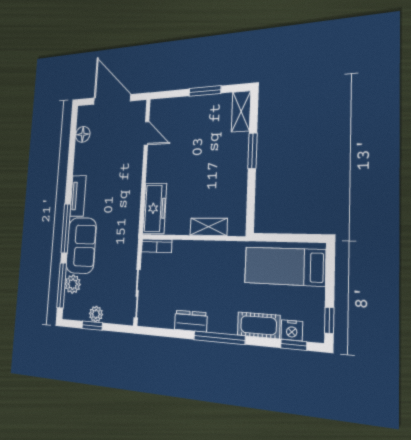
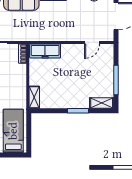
window: (205, 91) -> (116, 80), width x1.44
shelving: (209, 227) -> (34, 97), moved

